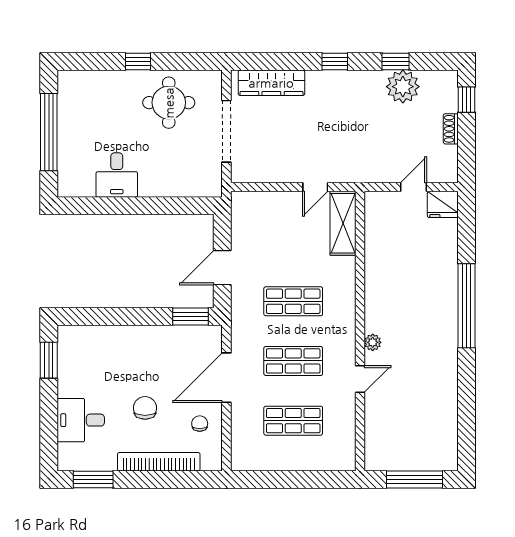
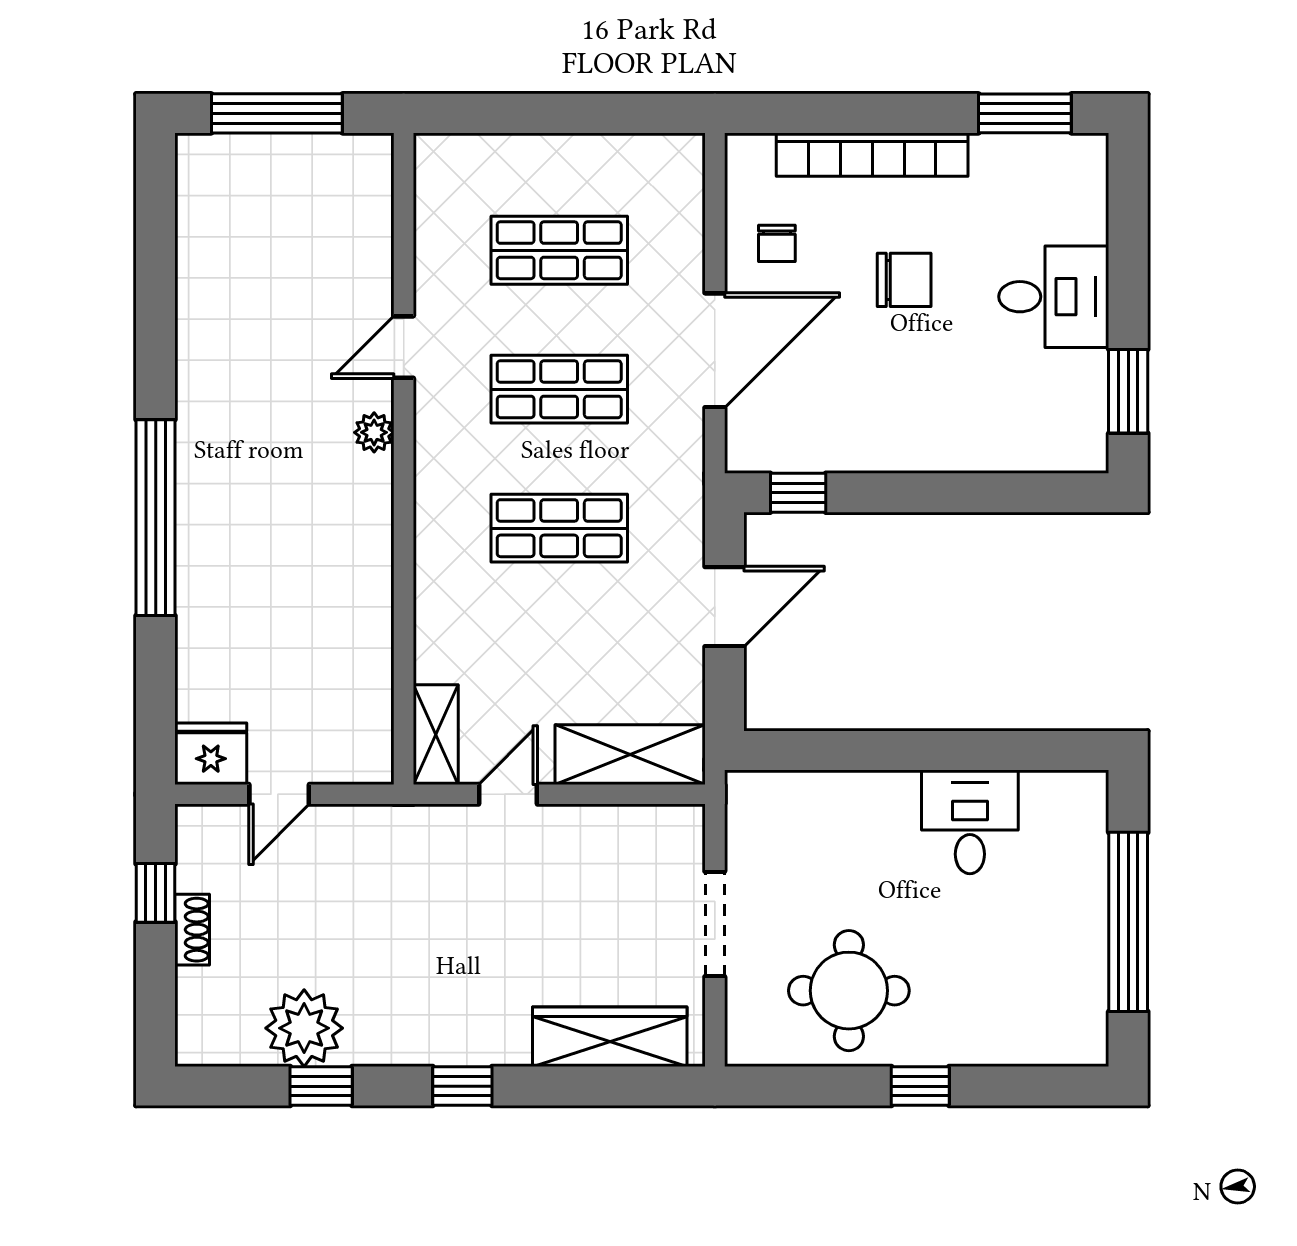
window: (467, 100) -> (156, 893), moved
doorway: (226, 131) -> (715, 924), width x0.73
shelving: (263, 204) -> (630, 755), added
shelving: (343, 223) -> (436, 735), width x0.67, depth x0.75
window: (191, 316) -> (798, 493), width x0.67
chair: (145, 408) -> (904, 280), turned -90
desk: (81, 420) -> (1054, 297), moved

